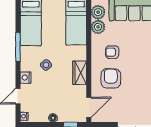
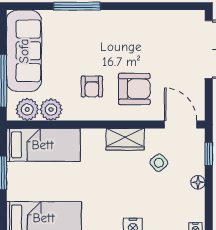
side table: (46, 65) -> (159, 163), moved
armchair: (111, 78) -> (134, 89), turned 180

